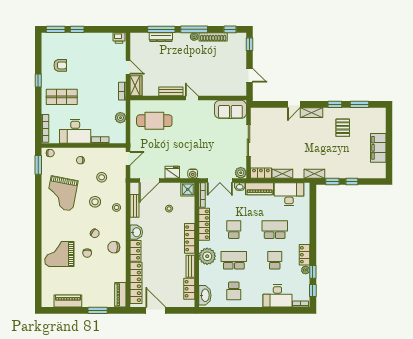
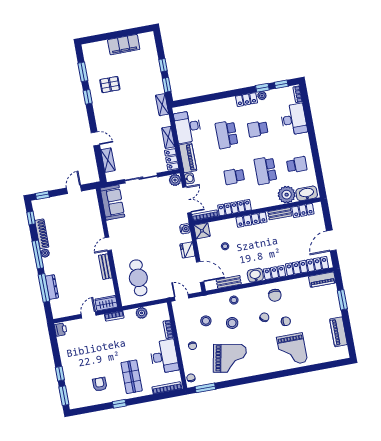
shelving: (311, 113) -> (108, 160), moved
plant: (207, 256) -> (287, 195), moved

